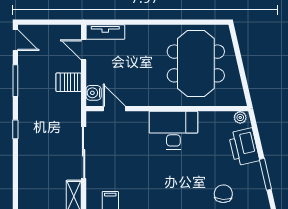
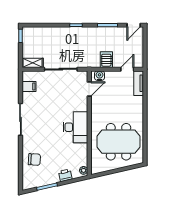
printer: (244, 147) -> (65, 175), width x0.53, depth x0.68

